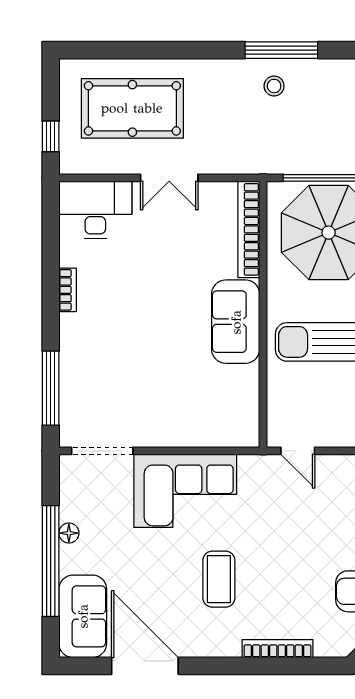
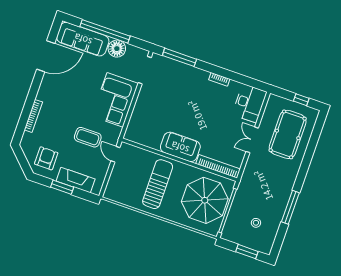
stool: (274, 86) -> (256, 223), moved
window: (51, 136) -> (301, 100), moved
door: (298, 451) -> (115, 154), hinge flipped
floor lamp: (69, 533) -> (117, 49), width x1.89, depth x1.89
coffee table: (219, 579) -> (88, 137), moved
sofa: (83, 616) -> (83, 39), width x1.36

